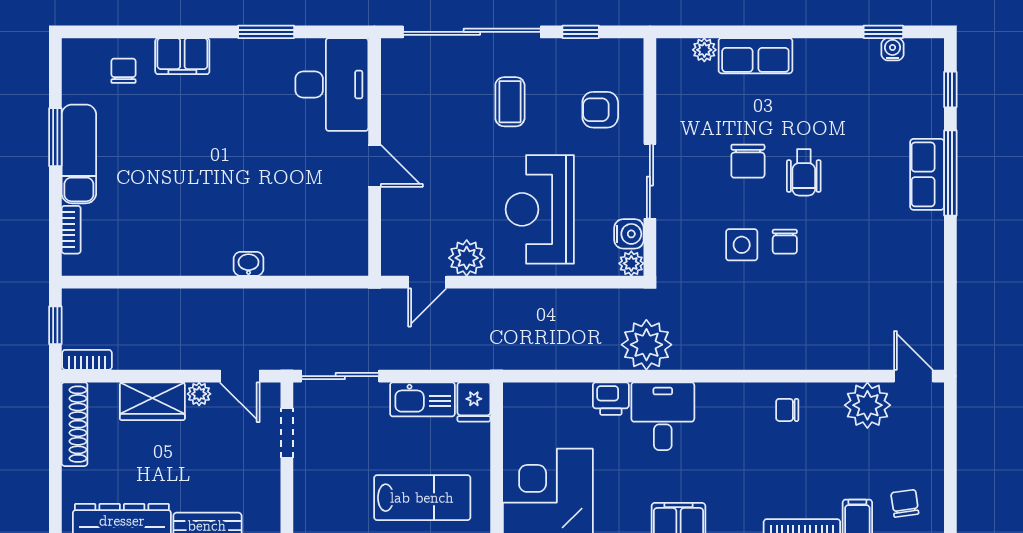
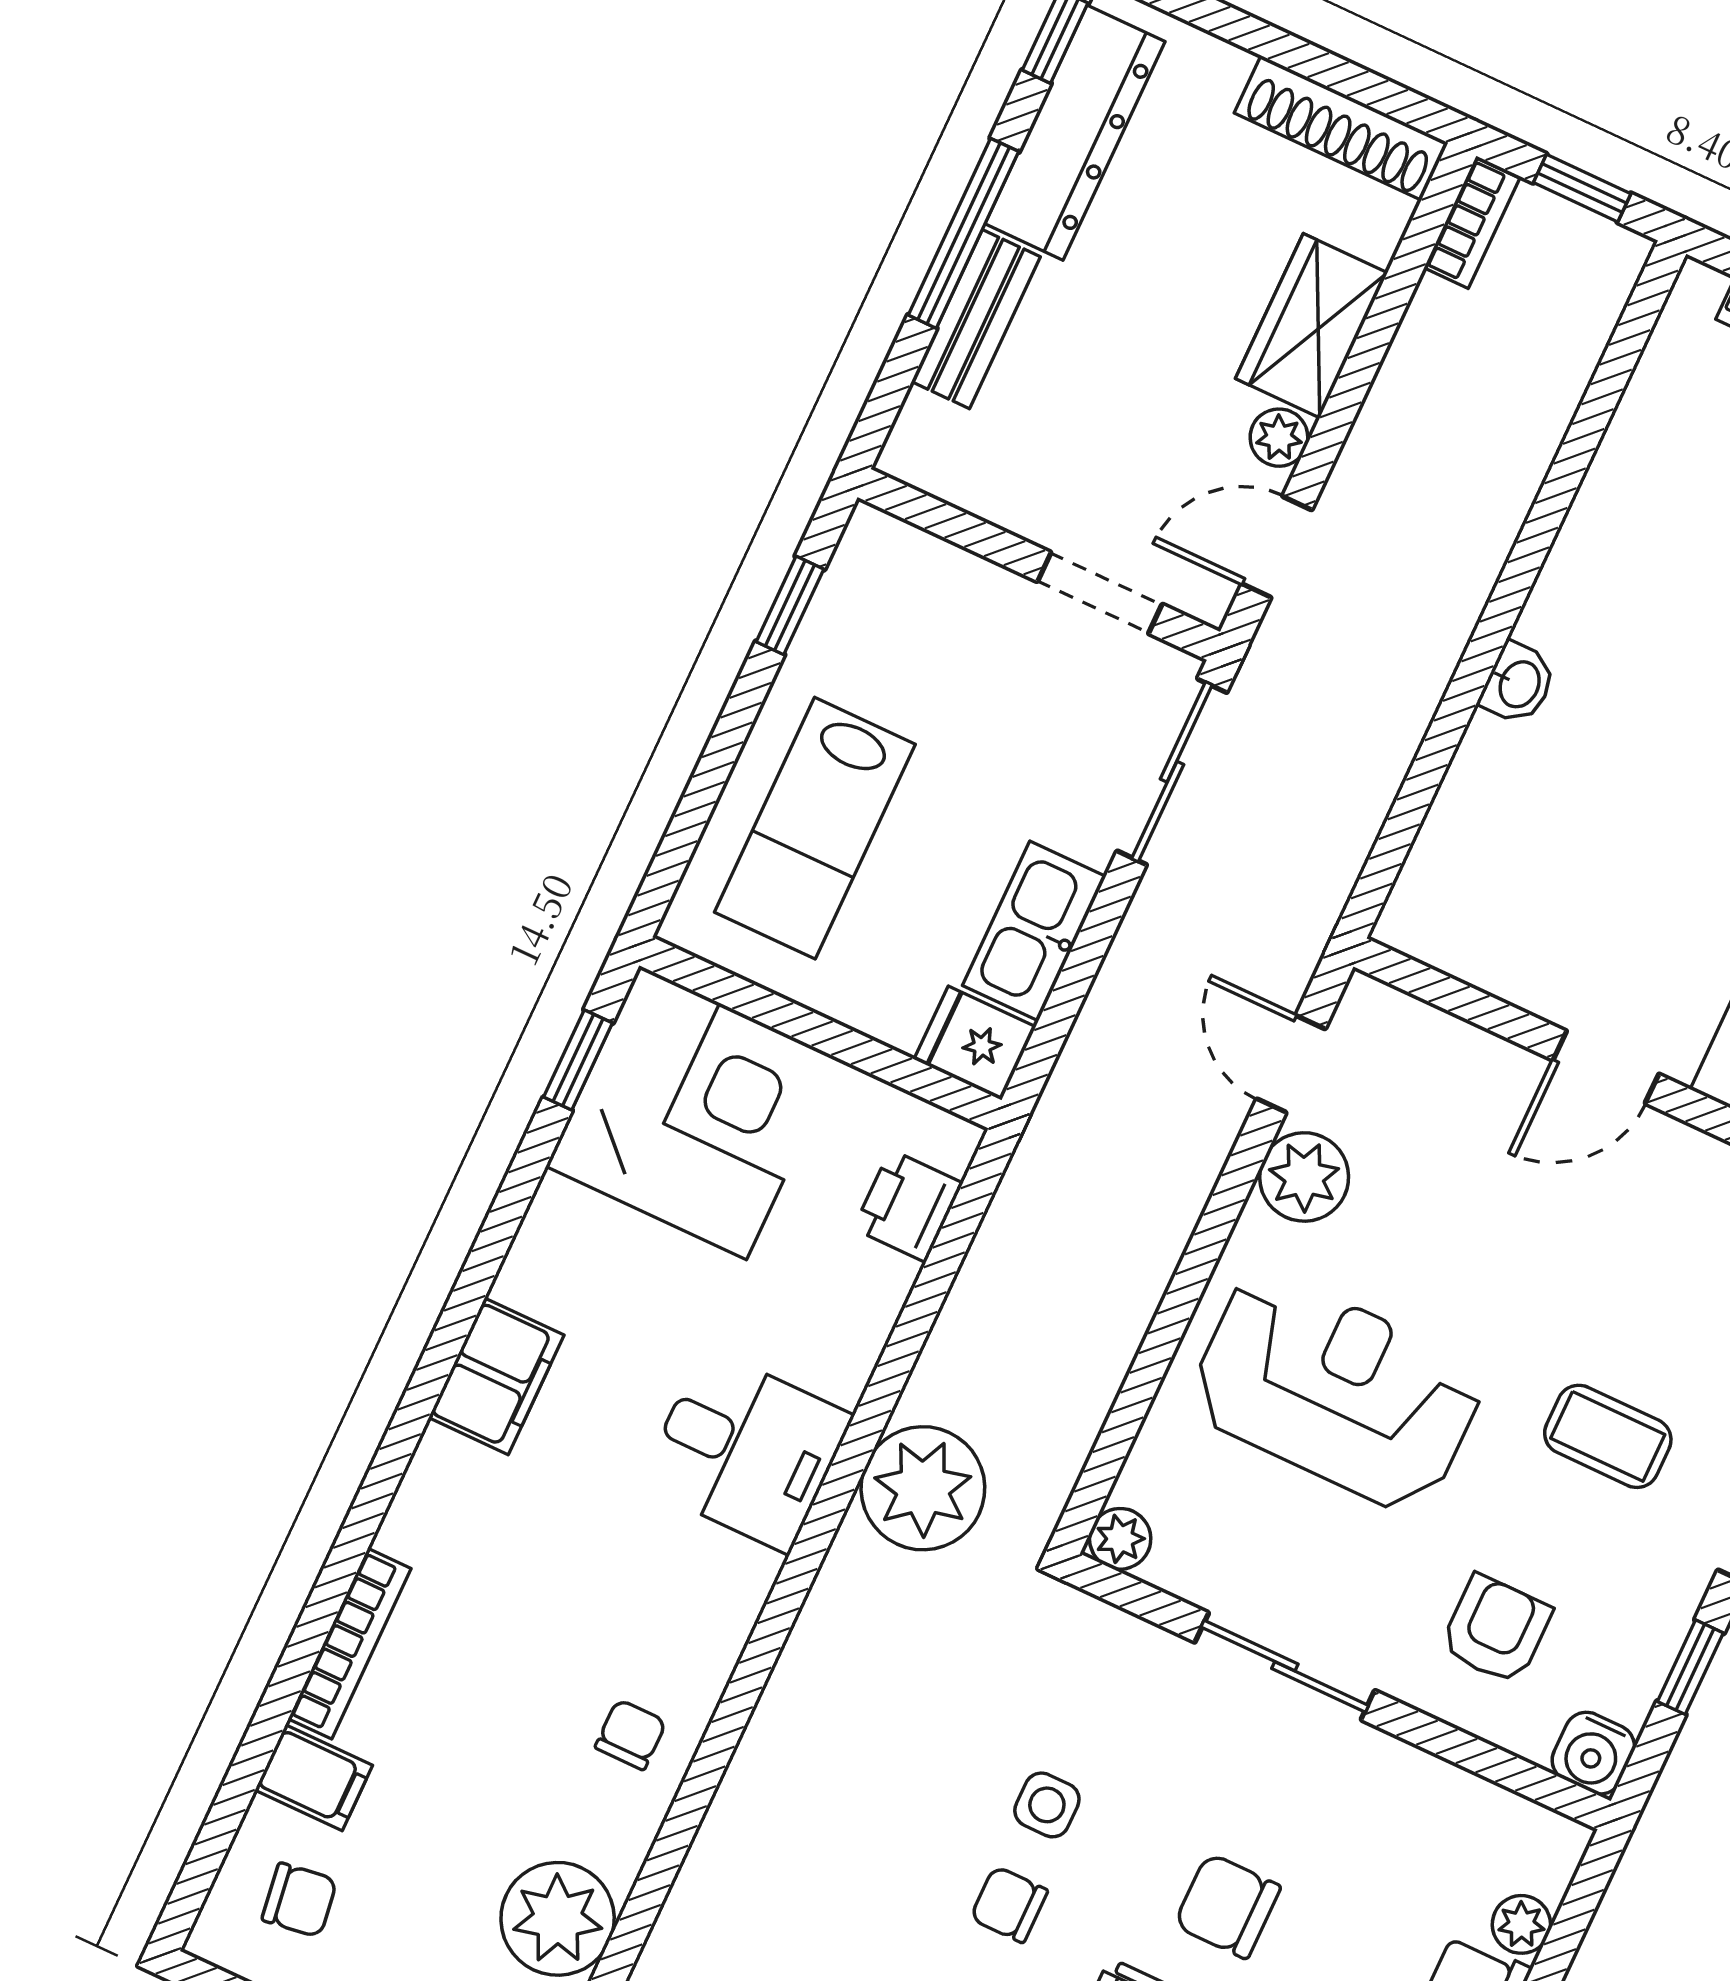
water cooler: (629, 234) -> (1593, 1753), moved
side table: (742, 245) -> (1047, 1805), width x0.73, depth x0.73
printer: (611, 399) -> (908, 1206), moved

